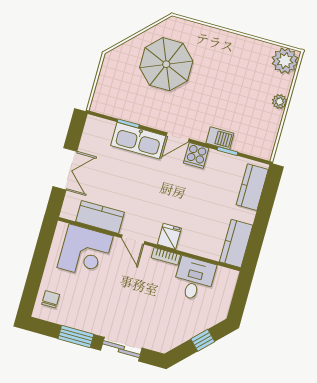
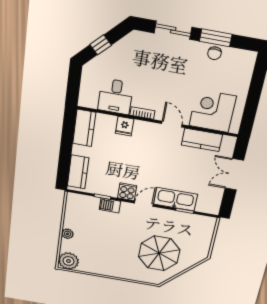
fridge: (169, 236) -> (125, 126), moved
chair: (51, 299) -> (214, 53), moved

